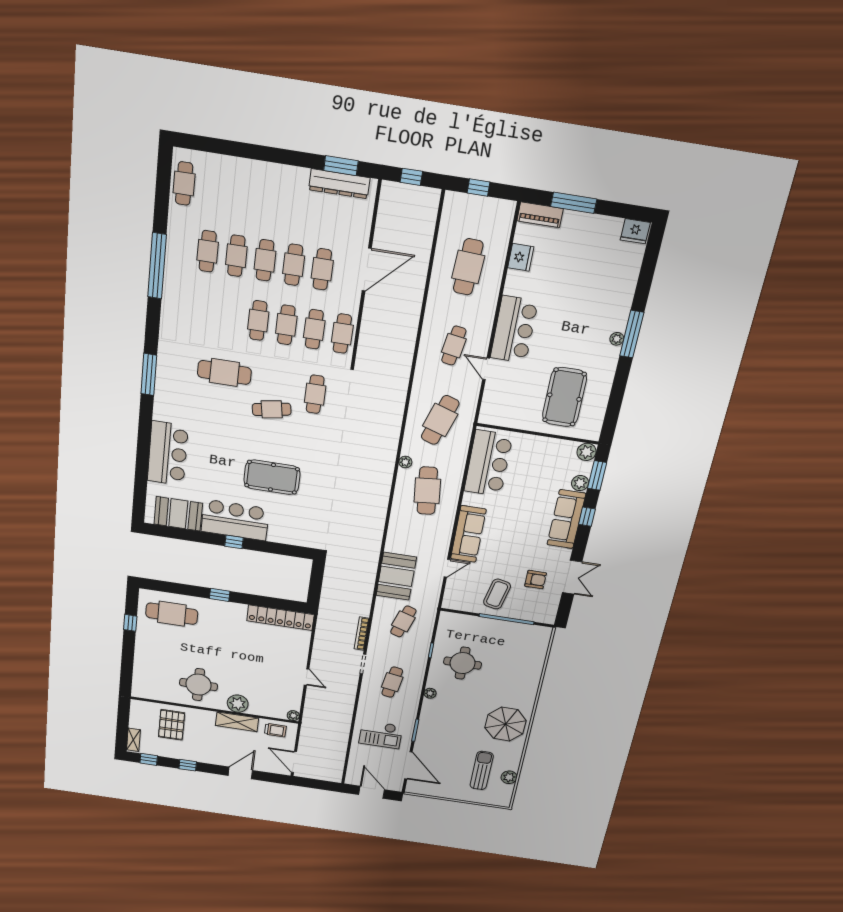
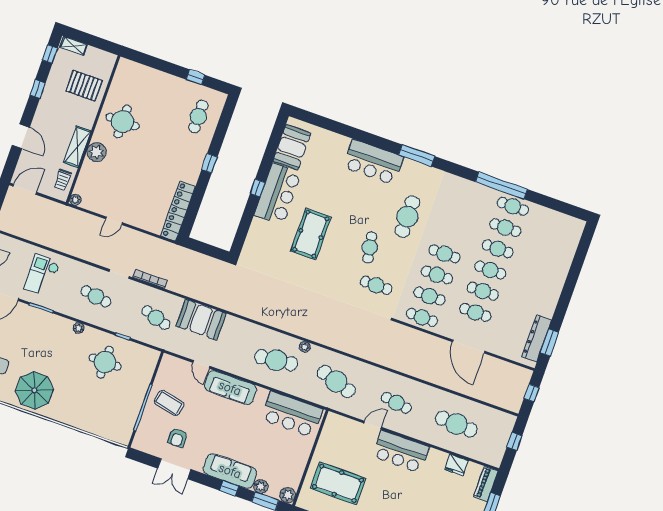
cafe table: (184, 183) -> (513, 206), moved
bar counter: (168, 453) -> (373, 162), moved
cafe table: (172, 614) -> (198, 116), width x0.73, depth x0.74

